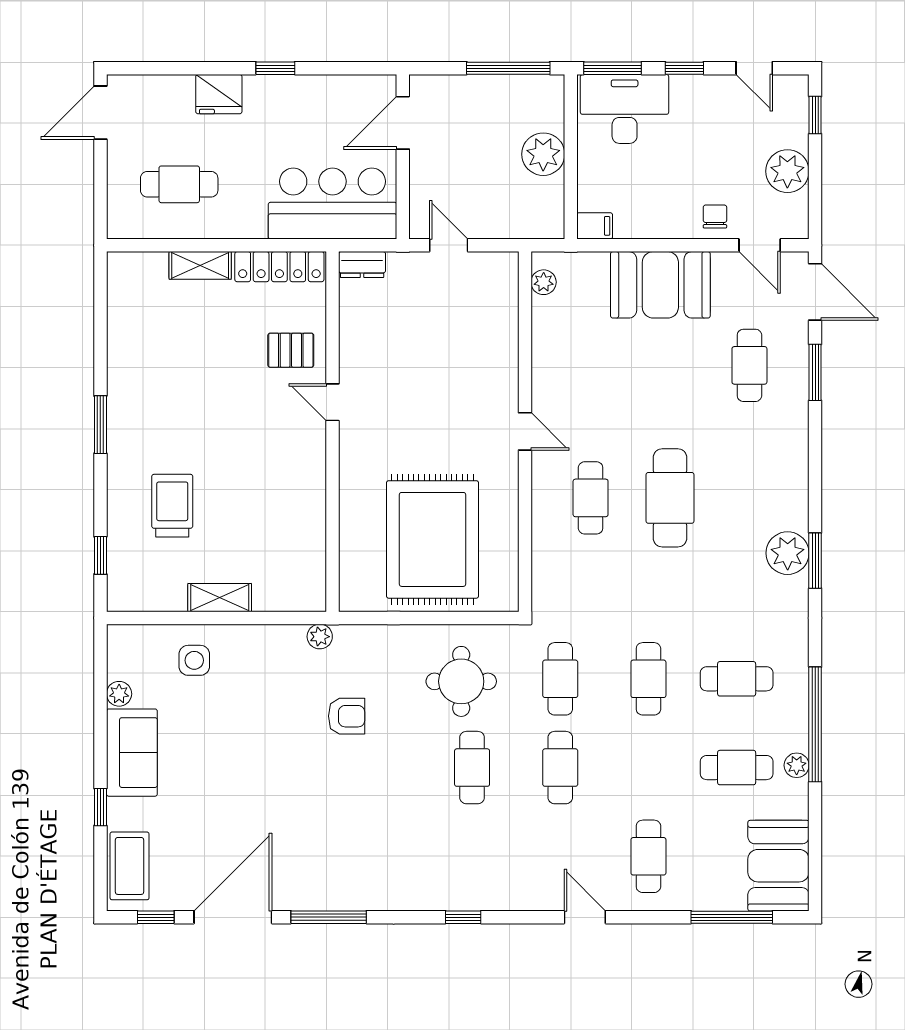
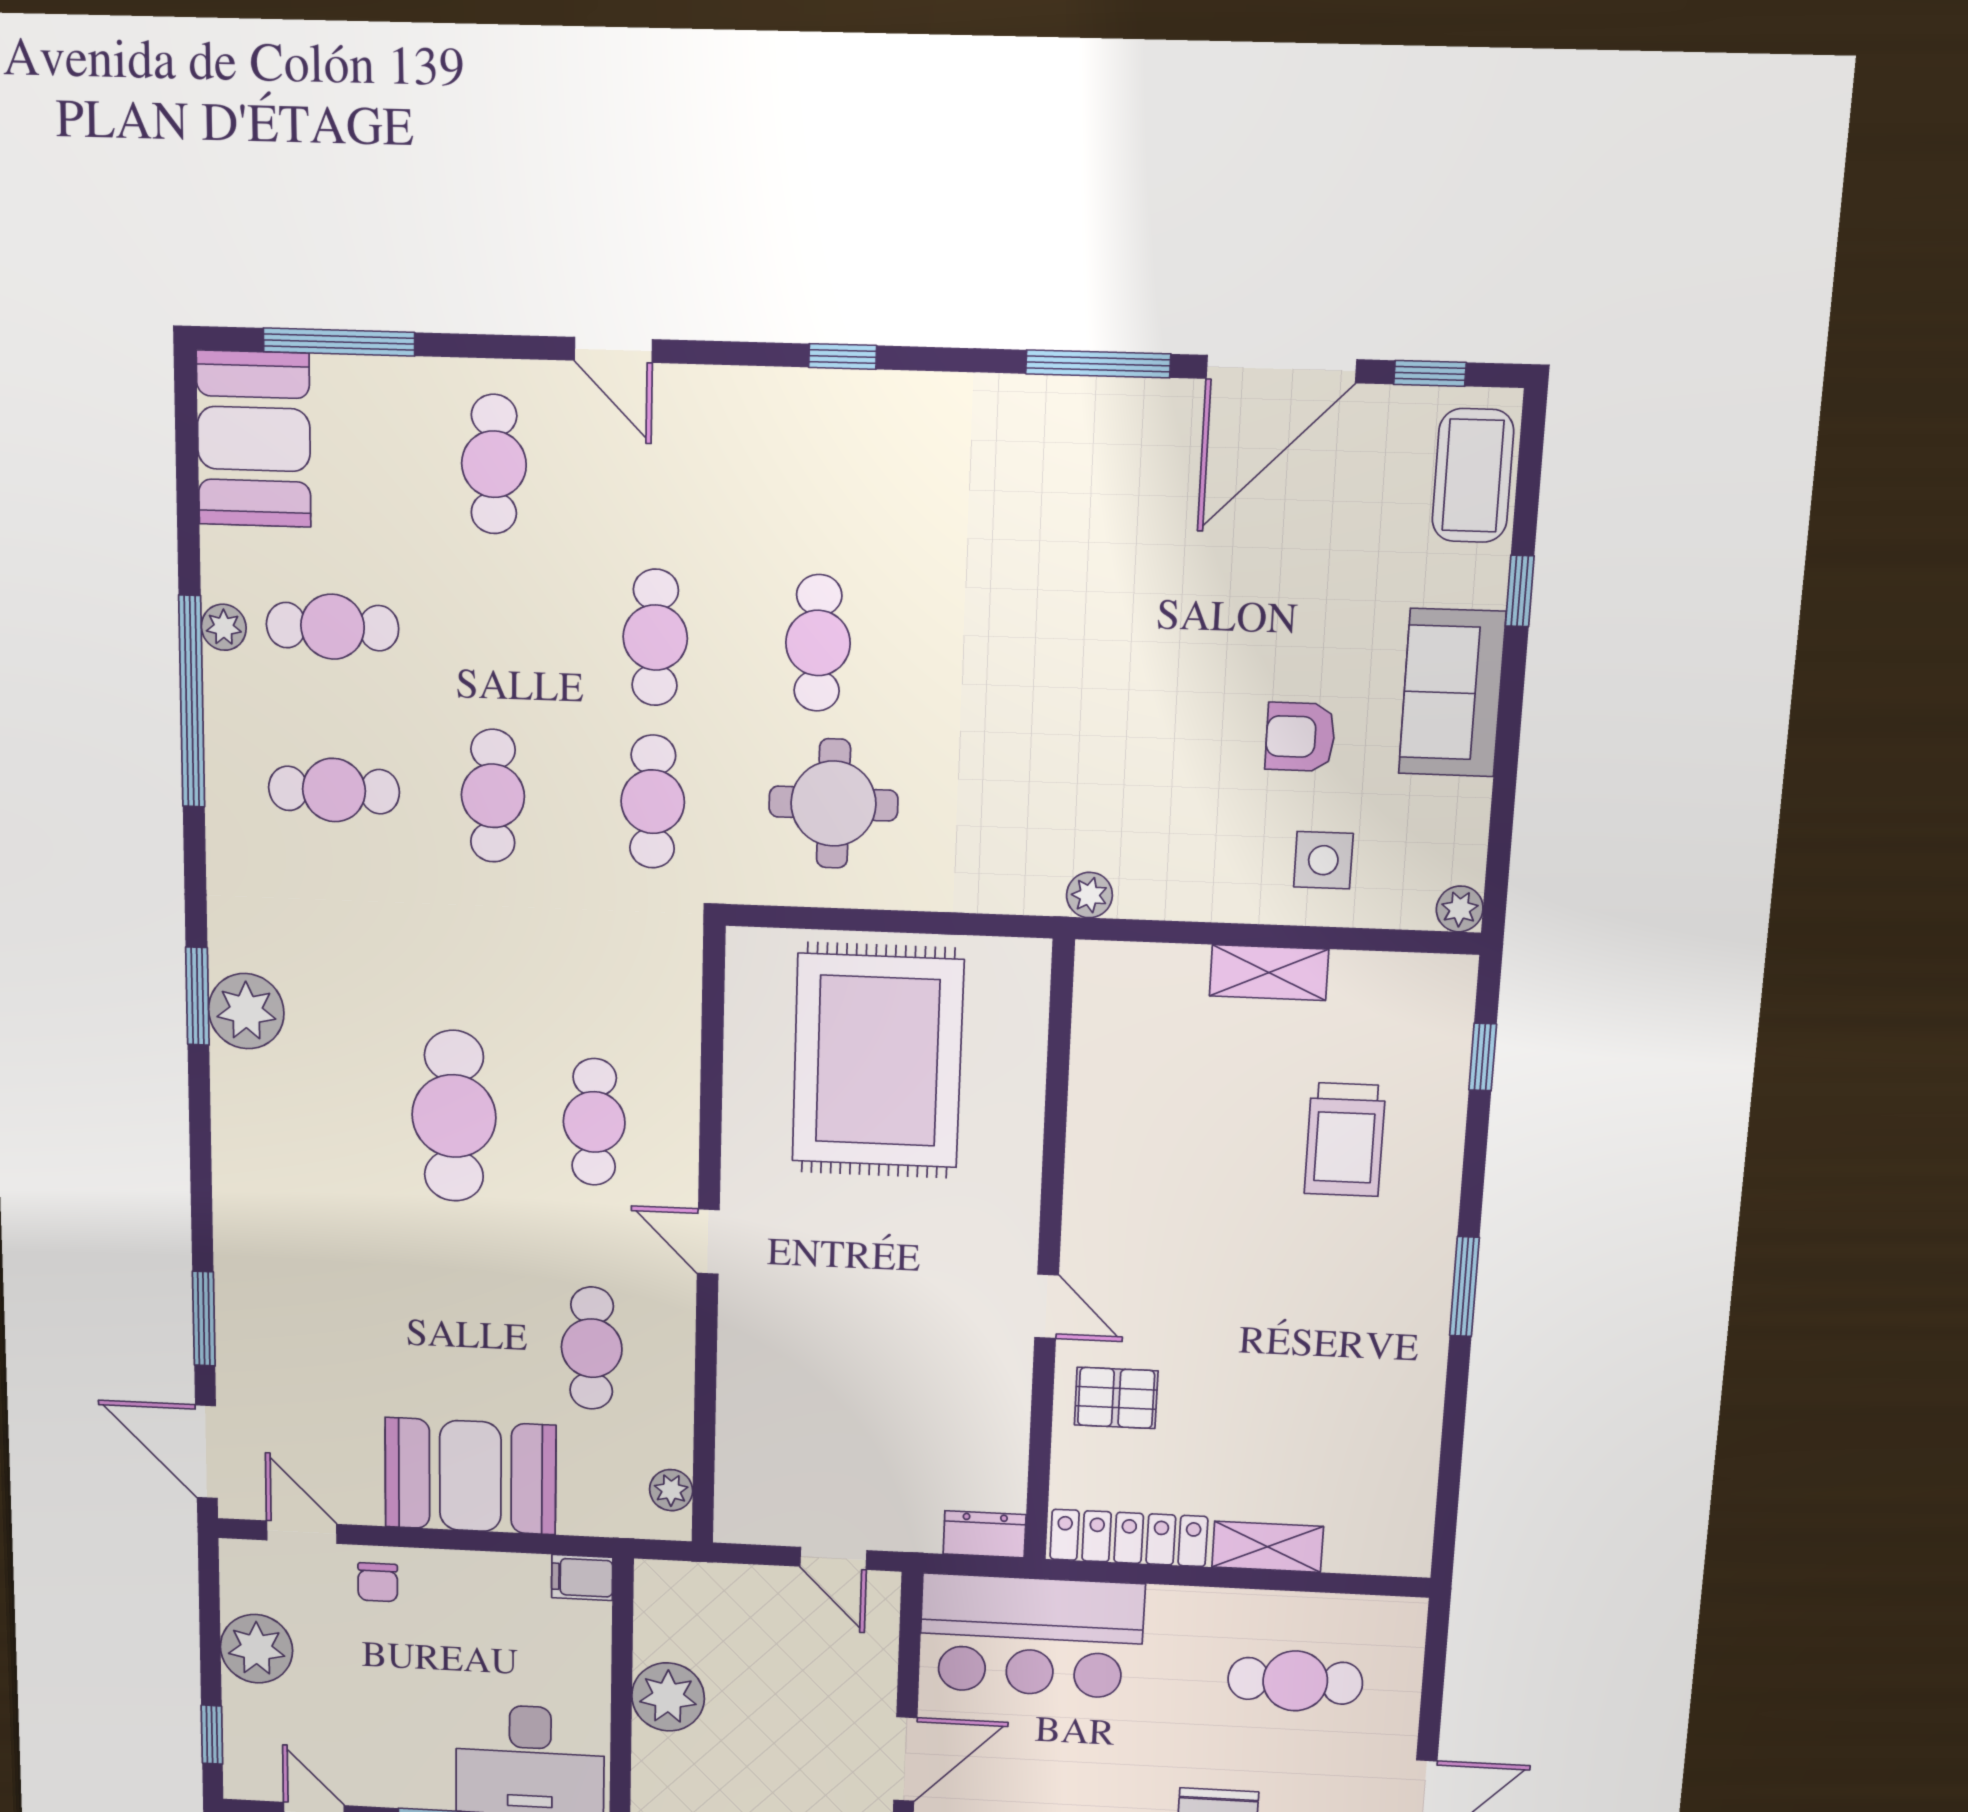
cafe table: (749, 365) -> (592, 1348), moved
plant: (119, 694) -> (1460, 909), moved
armchair: (347, 716) -> (1300, 737), moved

